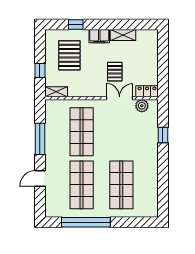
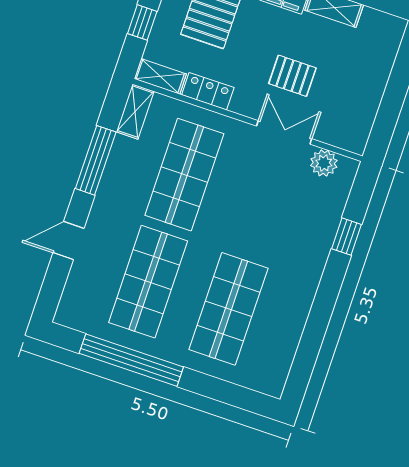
pallet: (115, 72) -> (292, 76), turned 90
locker: (147, 91) -> (208, 91), moved
shelving: (50, 111) -> (135, 112), added

